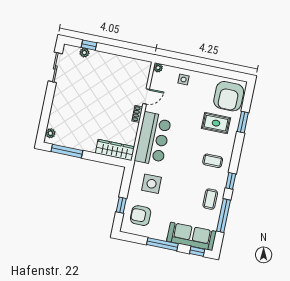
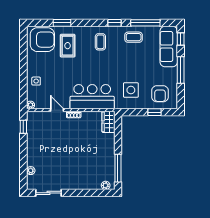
window: (89, 45) -> (23, 127), moved
wardrobe: (115, 150) -> (108, 122), width x0.67

